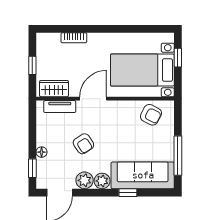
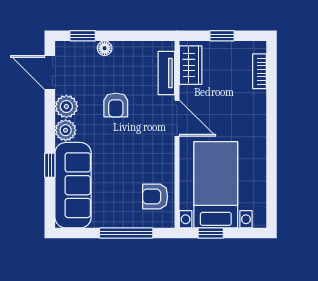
bookcase: (74, 38) -> (259, 71), moved
window: (178, 58) -> (211, 233), moved
armchair: (151, 115) -> (155, 196), turned 63
armchair: (83, 144) -> (116, 105), turned -57
window: (178, 156) -> (126, 233), moved

